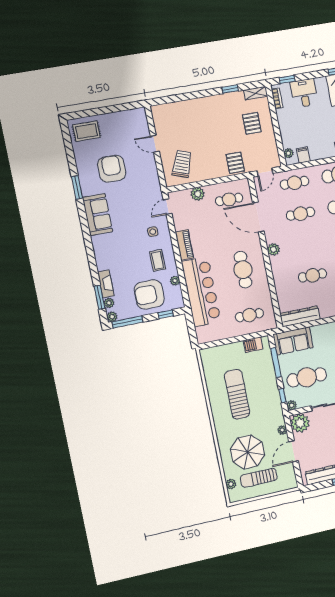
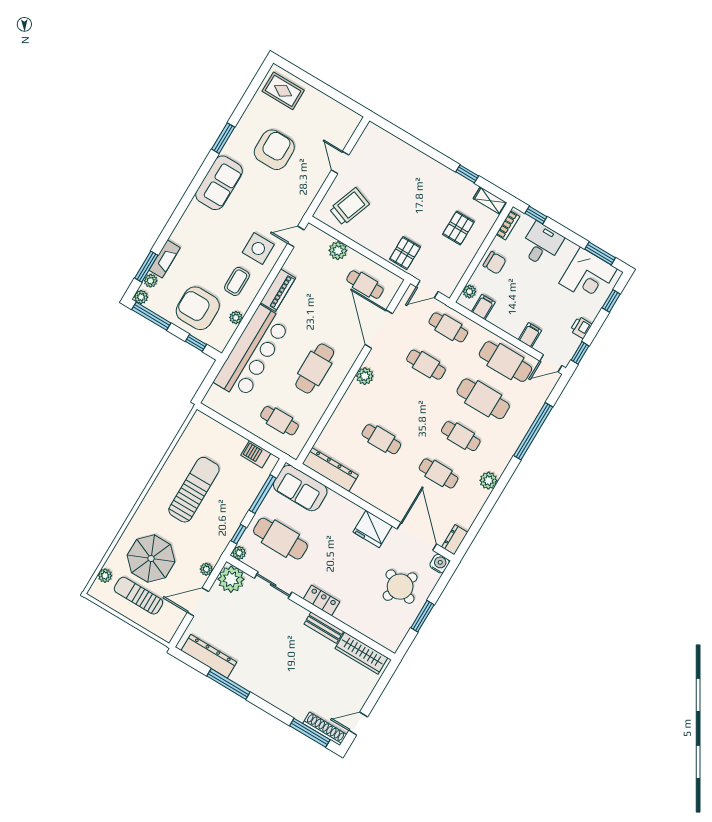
chair: (288, 125) -> (495, 263), added
side table: (153, 232) -> (258, 248), width x1.87, depth x1.87

